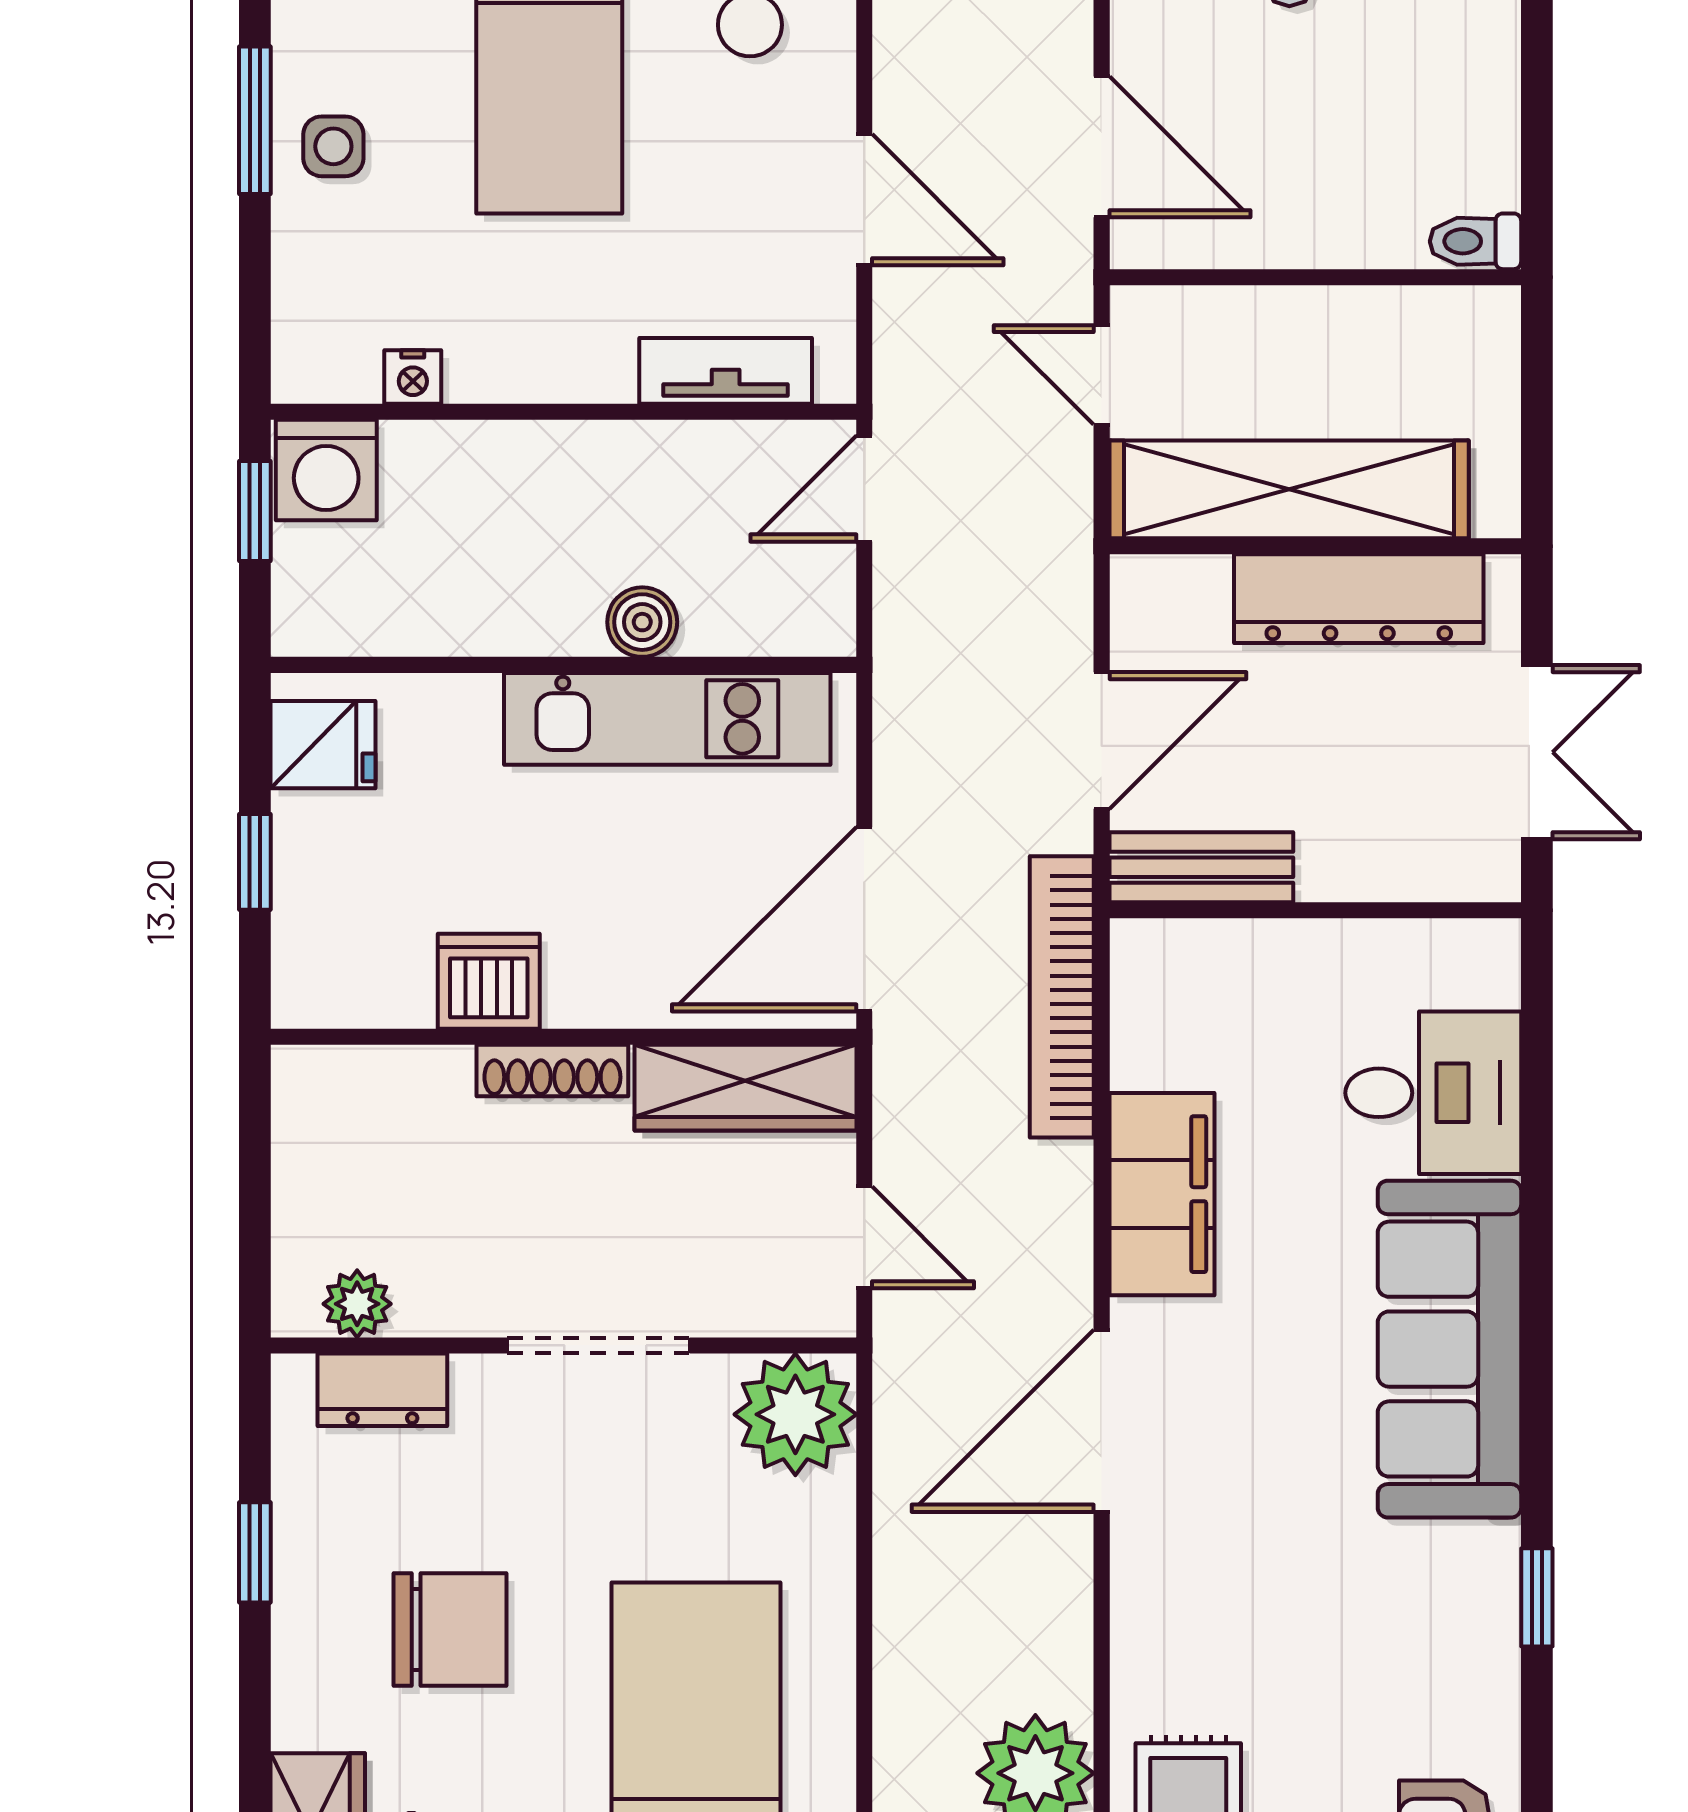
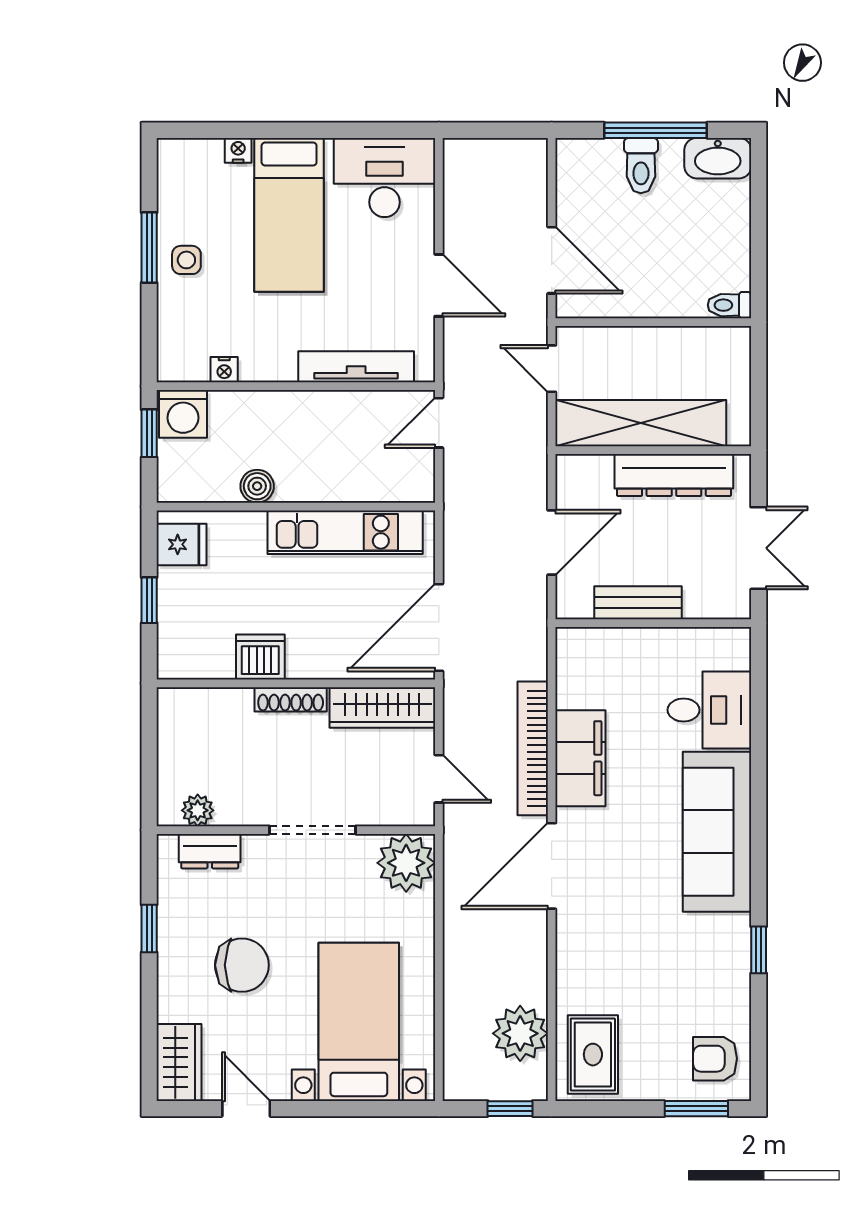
tv unit: (726, 371) -> (356, 367), width x1.41
boiler: (642, 622) -> (257, 486), moved
bench: (1201, 867) -> (638, 603), moved
bookcase: (1062, 997) -> (533, 748), moved

